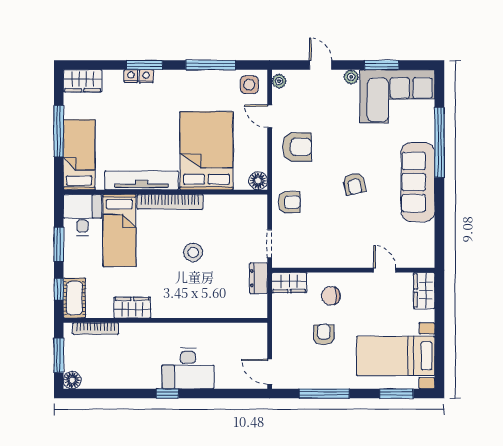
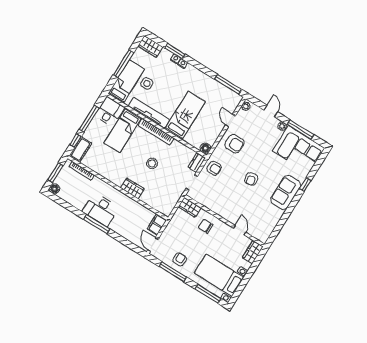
window: (144, 65) -> (175, 51), moved
window: (211, 65) -> (228, 84), moved
window: (382, 65) -> (301, 130), width x1.44
side table: (249, 85) -> (147, 83), moved
window: (439, 142) -> (305, 185), width x0.32
bed: (206, 151) -> (185, 115), width x0.67
sofa: (418, 182) -> (286, 192), width x0.73
window: (59, 244) -> (89, 119), width x1.44
dresser: (259, 278) -> (197, 163), moved
wardrobe: (132, 308) -> (132, 188), moved
armchair: (324, 335) -> (180, 259), moved
filing cabinet: (257, 338) -> (157, 225), added
desk: (188, 368) -> (100, 210), moved
window: (167, 394) -> (97, 224), width x2.17
window: (396, 394) -> (208, 294), width x1.44

